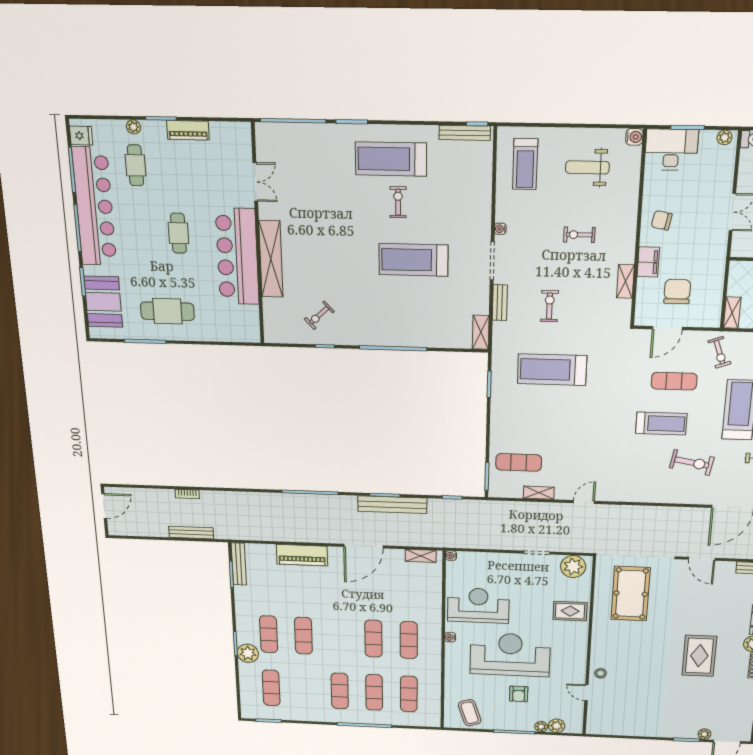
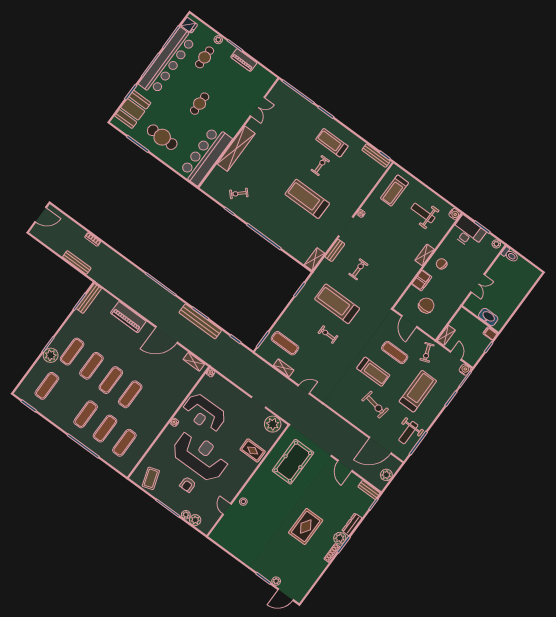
treadmill: (391, 159) -> (332, 143), width x0.73, depth x0.73
exercise bike: (579, 235) -> (328, 334), moved
bar counter: (237, 257) -> (205, 155), moved
shelving: (625, 281) -> (425, 255), moved
door: (667, 328) -> (409, 321), hinge flipped
reception desk: (478, 606) -> (204, 413), turned 180
exercise mat: (409, 640) -> (111, 380), moved

